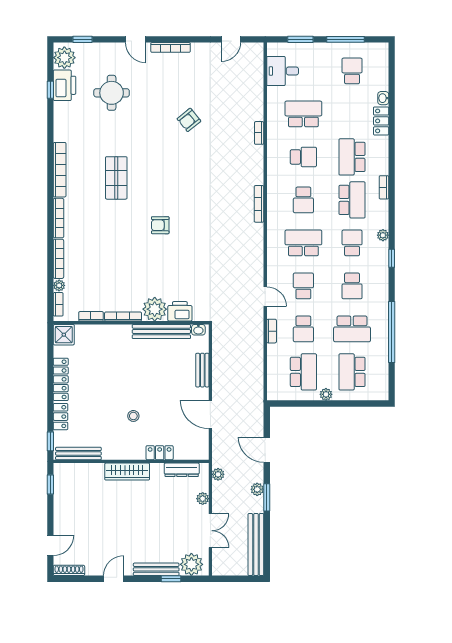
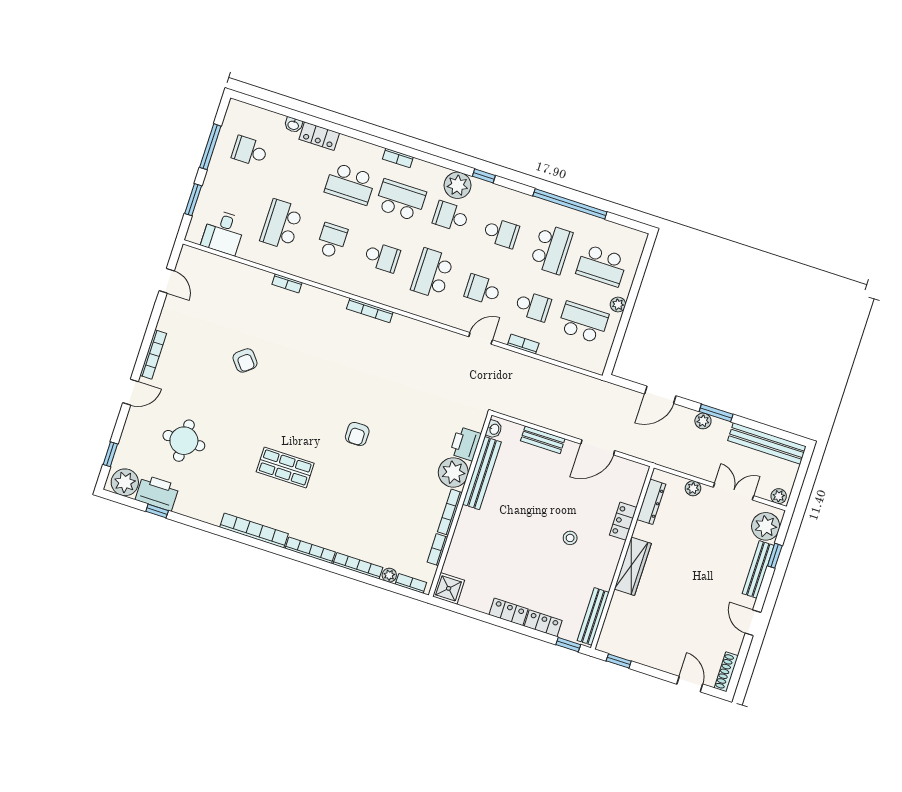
plant: (383, 235) -> (458, 185), width x1.88, depth x1.88
locker: (61, 379) -> (509, 612), width x0.66
plant: (218, 474) -> (779, 496), moved

